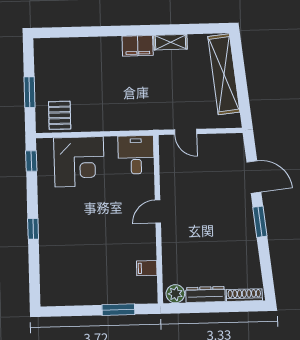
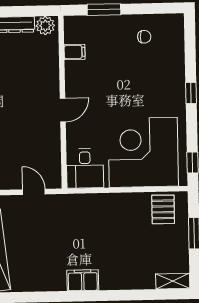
shelving: (170, 42) -> (173, 281), moved
corner desk: (79, 162) -> (143, 152), width x1.36, depth x1.36
chair: (79, 283) -> (144, 37), added

